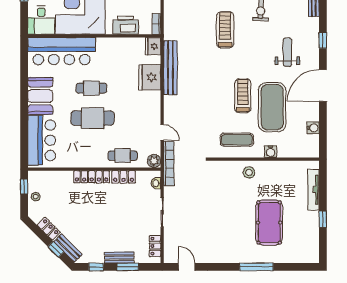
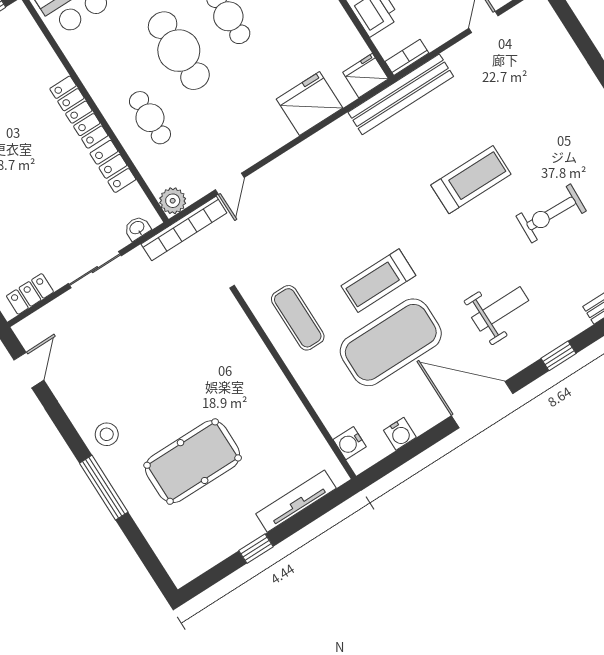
bench: (170, 68) -> (401, 94), moved
treadmill: (243, 96) -> (378, 281), turned 180
water cooler: (270, 152) -> (350, 443), moved
cafe table: (123, 156) -> (150, 118), moved
stool: (249, 172) -> (107, 434), moved

